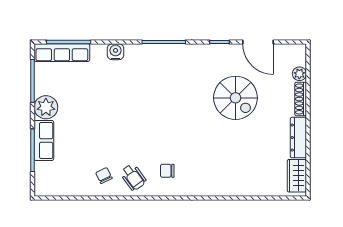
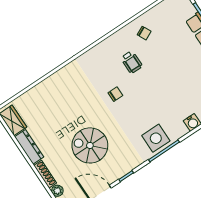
side table: (163, 60) -> (156, 138), added
chair: (167, 171) -> (115, 94), moved
wheelchair: (133, 177) -> (132, 62), moved, turned -144

